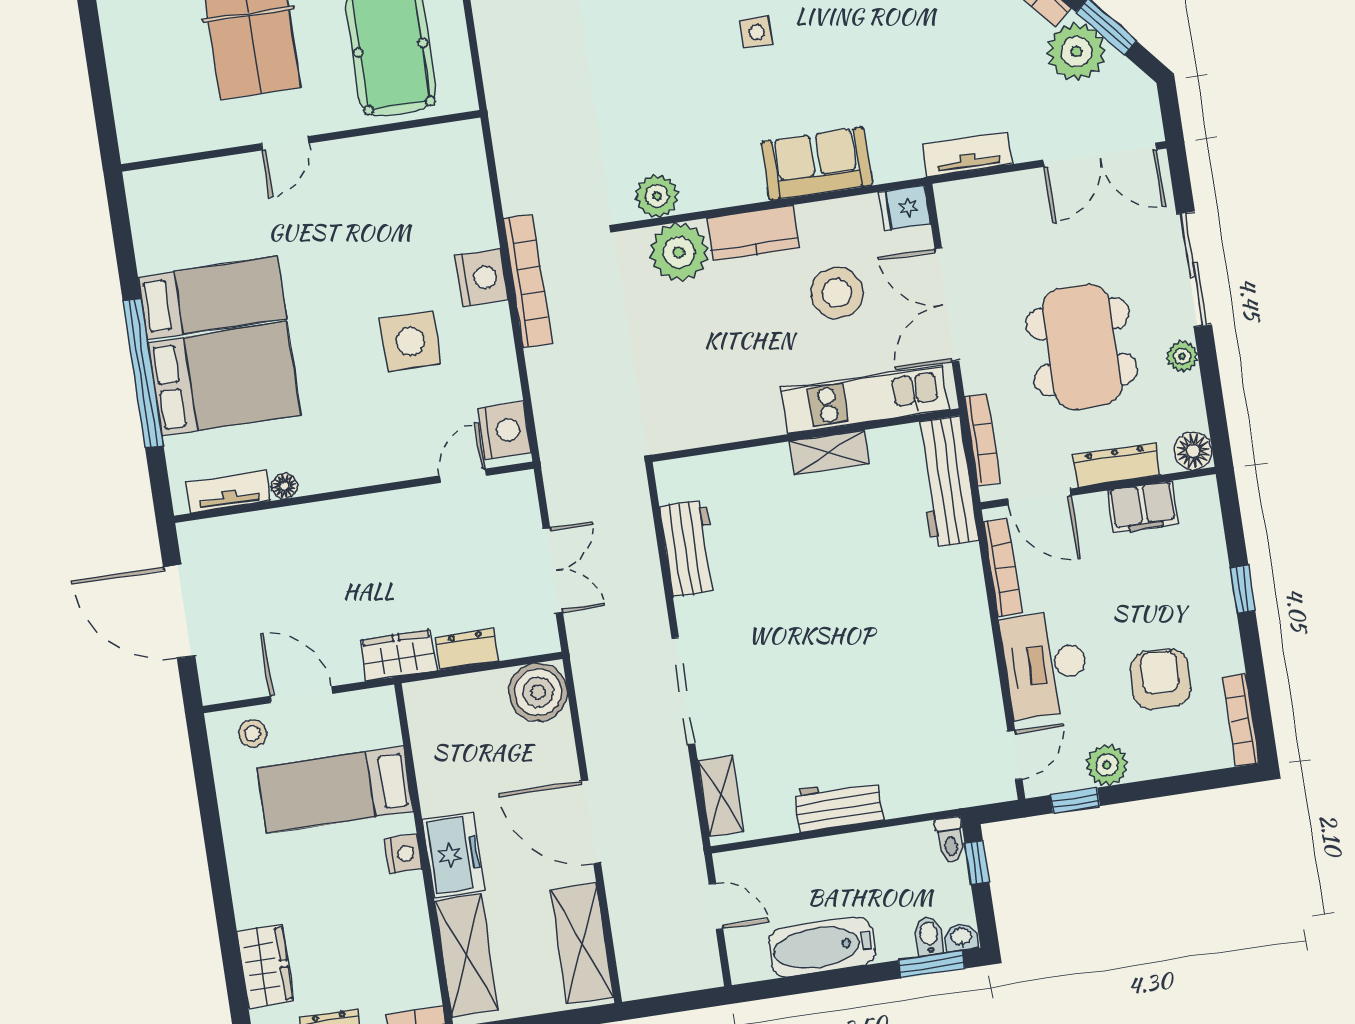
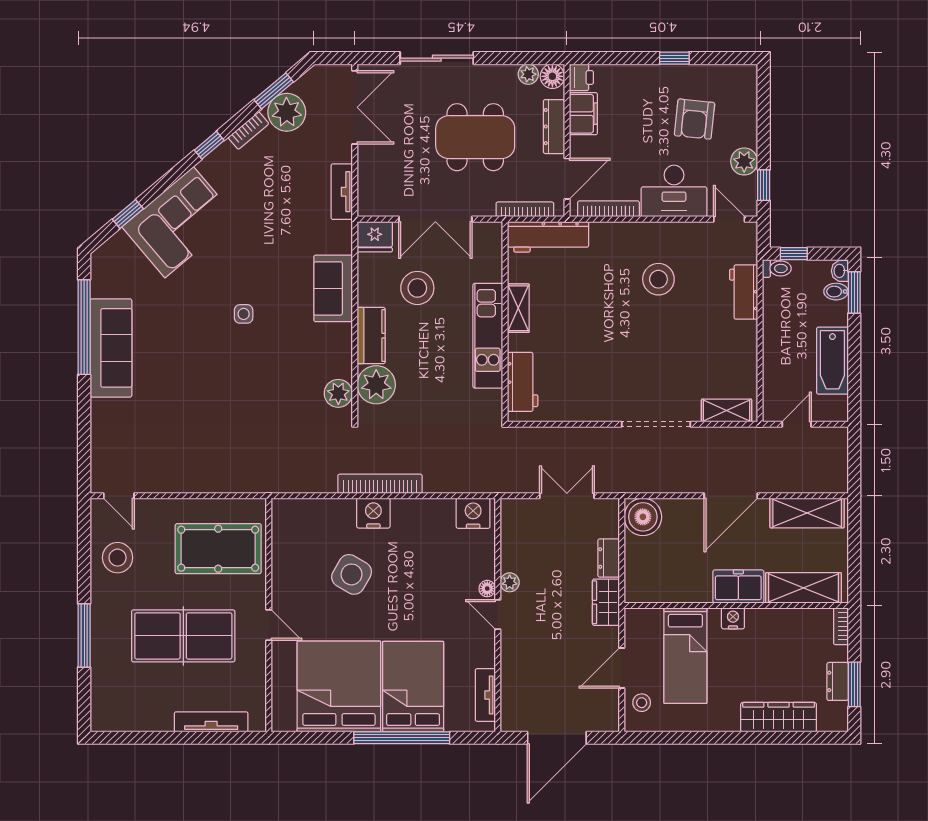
tv unit: (123, 77) -> (211, 722), added
fridge: (905, 208) -> (375, 237), width x1.38
bed: (212, 298) -> (339, 686), width x2.04
side table: (410, 341) -> (352, 574), moved, turned 30
plant: (1182, 356) -> (528, 74), moved
kitchen unit: (865, 399) -> (488, 336), moved
door: (463, 476) -> (498, 614), moved
floor lamp: (284, 486) -> (487, 589), moved
printer: (1198, 496) -> (581, 77), added
plant: (407, 503) -> (510, 582), added
workbench: (689, 548) -> (523, 382), moved, turned 90
window: (1243, 589) -> (674, 58), moved
stool: (906, 661) -> (658, 279), added
armchair: (1161, 679) -> (695, 119), turned -86
bookcase: (1241, 720) -> (728, 72), removed
workbench: (839, 805) -> (744, 292), moved
wardrobe: (265, 966) -> (779, 717), width x1.50

